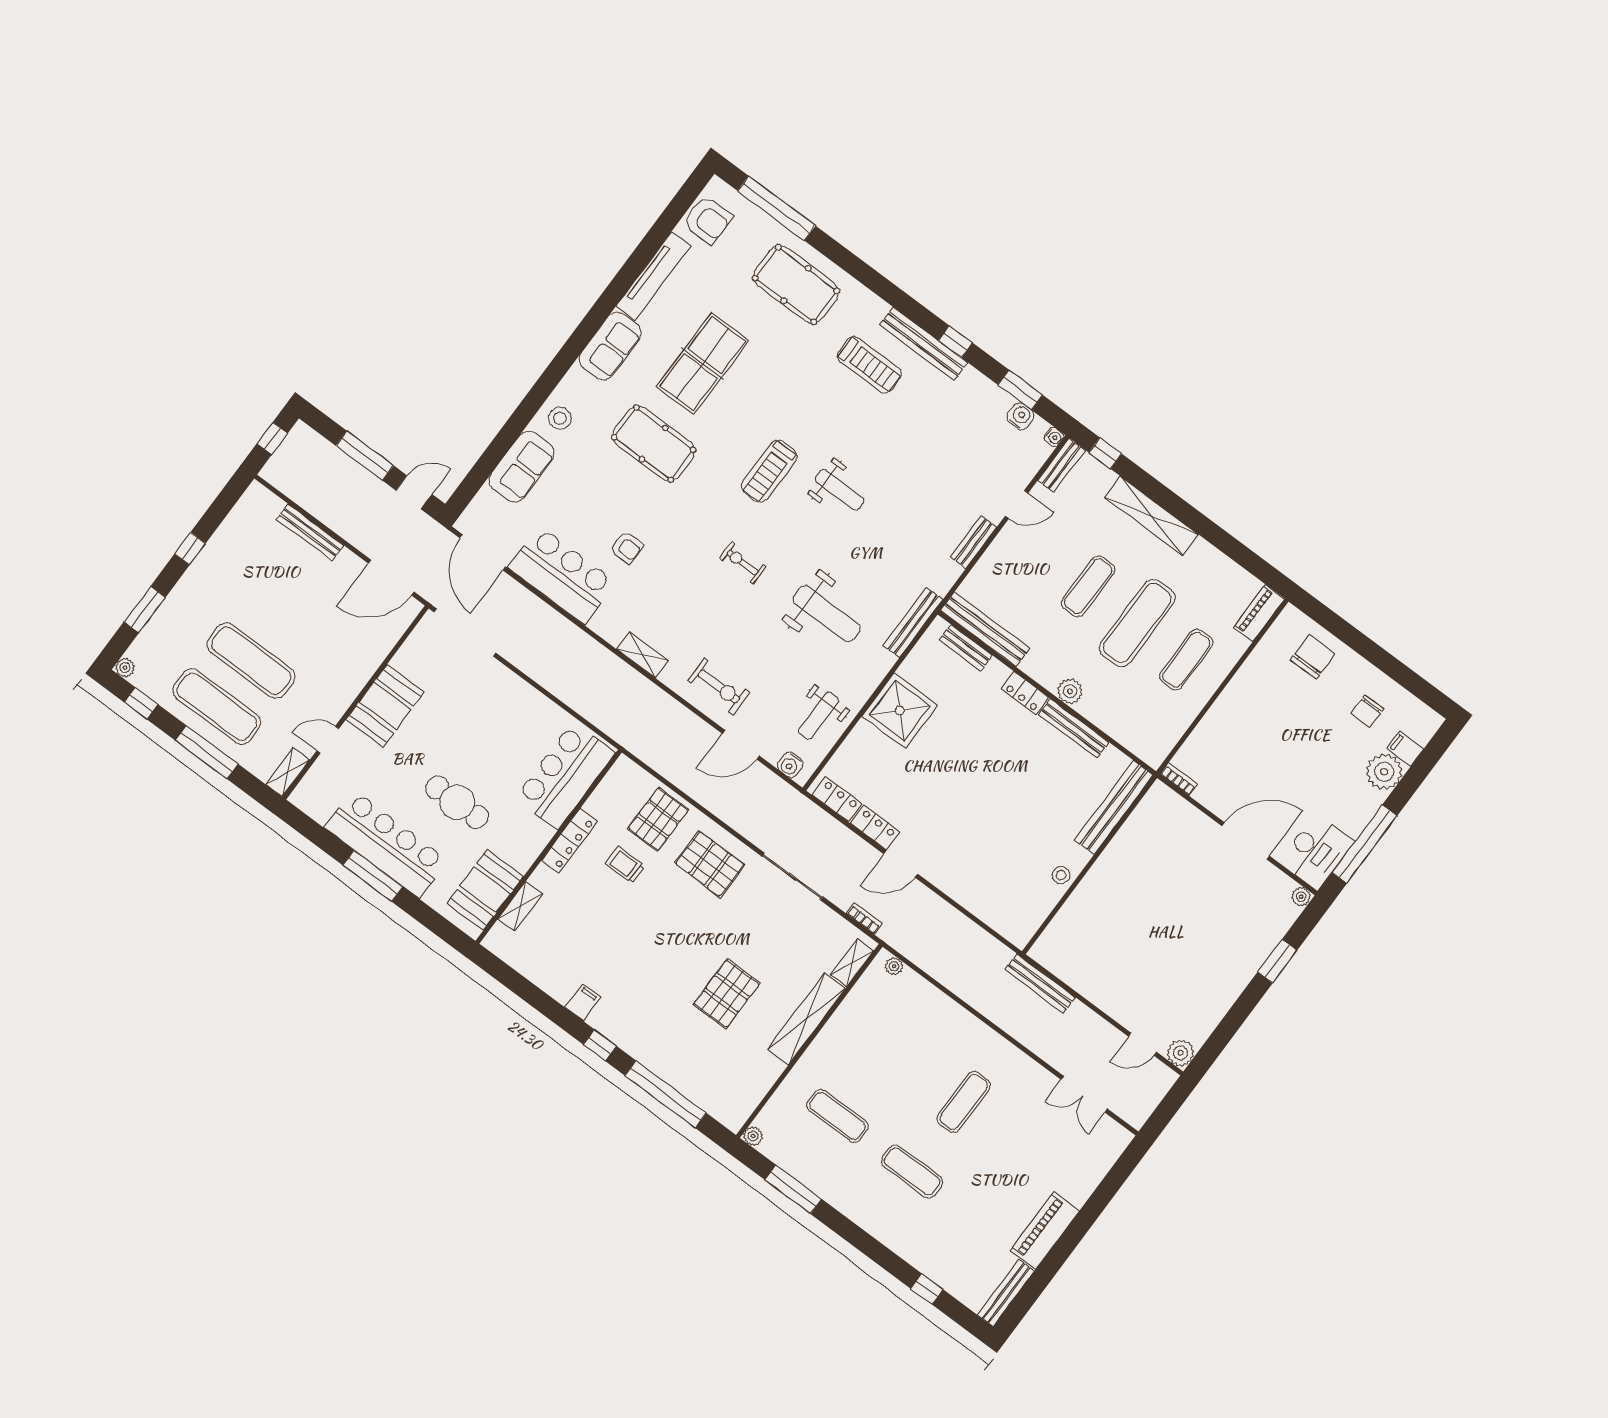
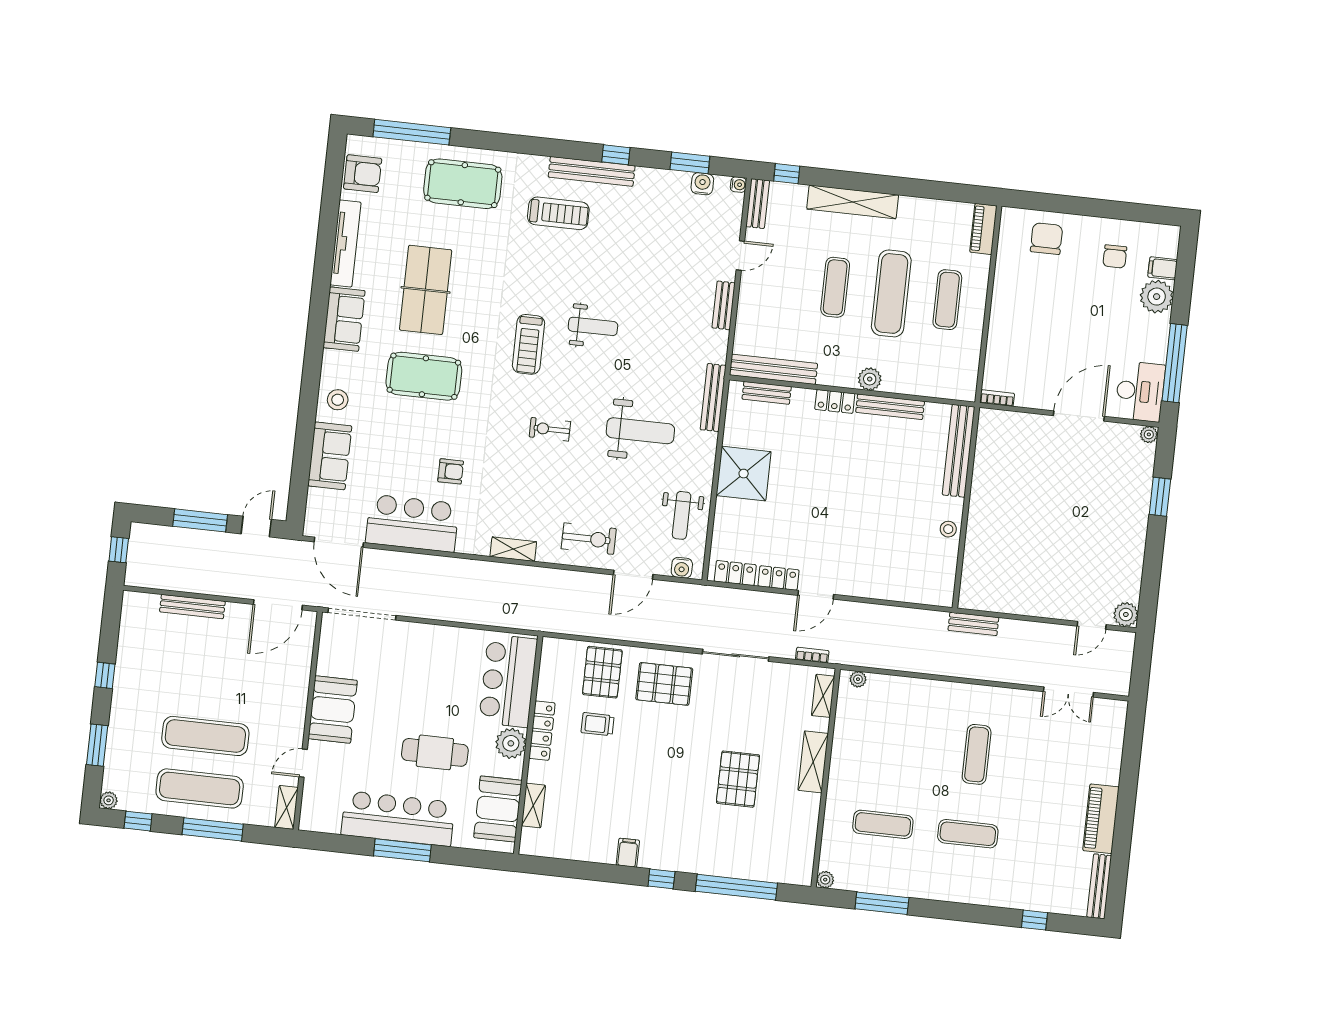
plant: (533, 835) -> (511, 743), added
bench: (1040, 984) -> (973, 624), width x0.73
shelving: (806, 1019) -> (813, 762), width x0.68

